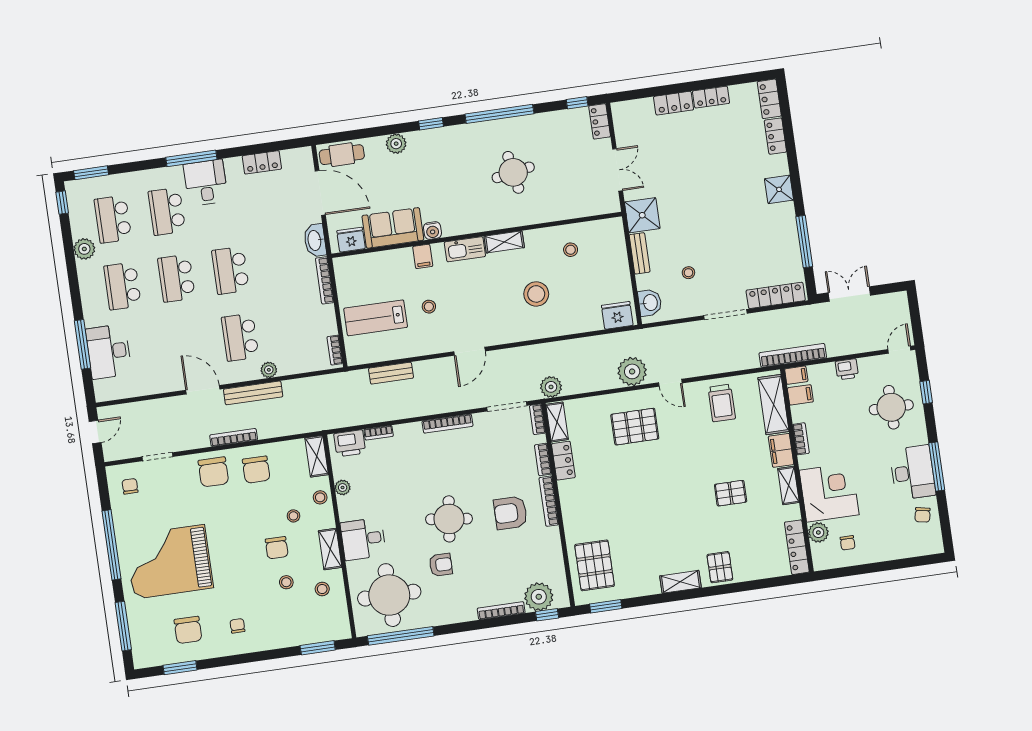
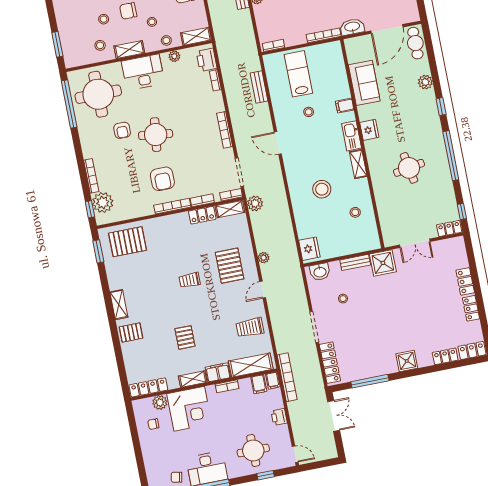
water cooler: (432, 231) -> (364, 112), removed
fridge: (351, 240) -> (369, 130), moved
plant: (632, 371) -> (264, 258), width x0.53, depth x0.53
trolley: (652, 483) -> (190, 280), added
armchair: (510, 513) -> (162, 179), turned 180
desk: (363, 539) -> (143, 72), width x1.37

